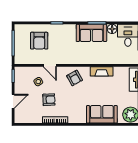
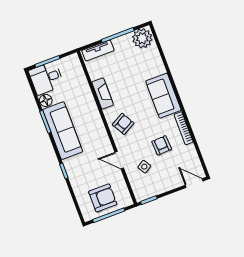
sofa: (91, 33) -> (63, 131), width x1.36
armchair: (39, 41) -> (103, 198), moved
door: (50, 65) -> (119, 160), swing flipped
door: (13, 101) -> (194, 183), moved
sofa: (102, 114) -> (163, 96), moved

